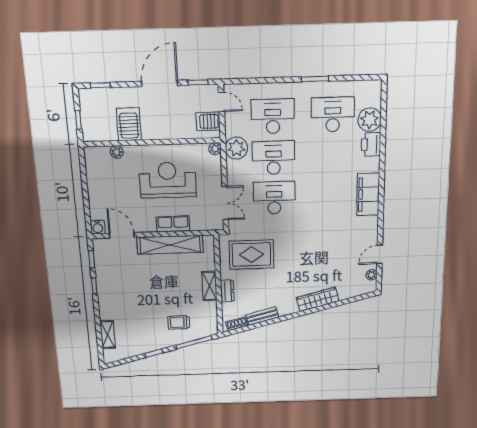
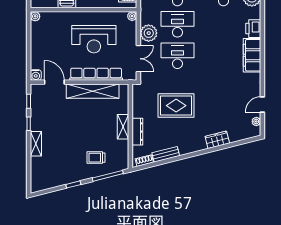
printer: (371, 144) -> (253, 29), moved
plant: (236, 148) -> (149, 33), moved
plant: (117, 152) -> (35, 16), moved
reception desk: (168, 180) -> (94, 39), turned 180
row of seats: (173, 224) -> (96, 74), width x2.02
rug: (251, 255) -> (176, 106), moved
dresser: (227, 291) -> (137, 132), width x1.44
wardrobe: (318, 299) -> (217, 140), width x0.67
shelving: (108, 335) -> (36, 144), moved

